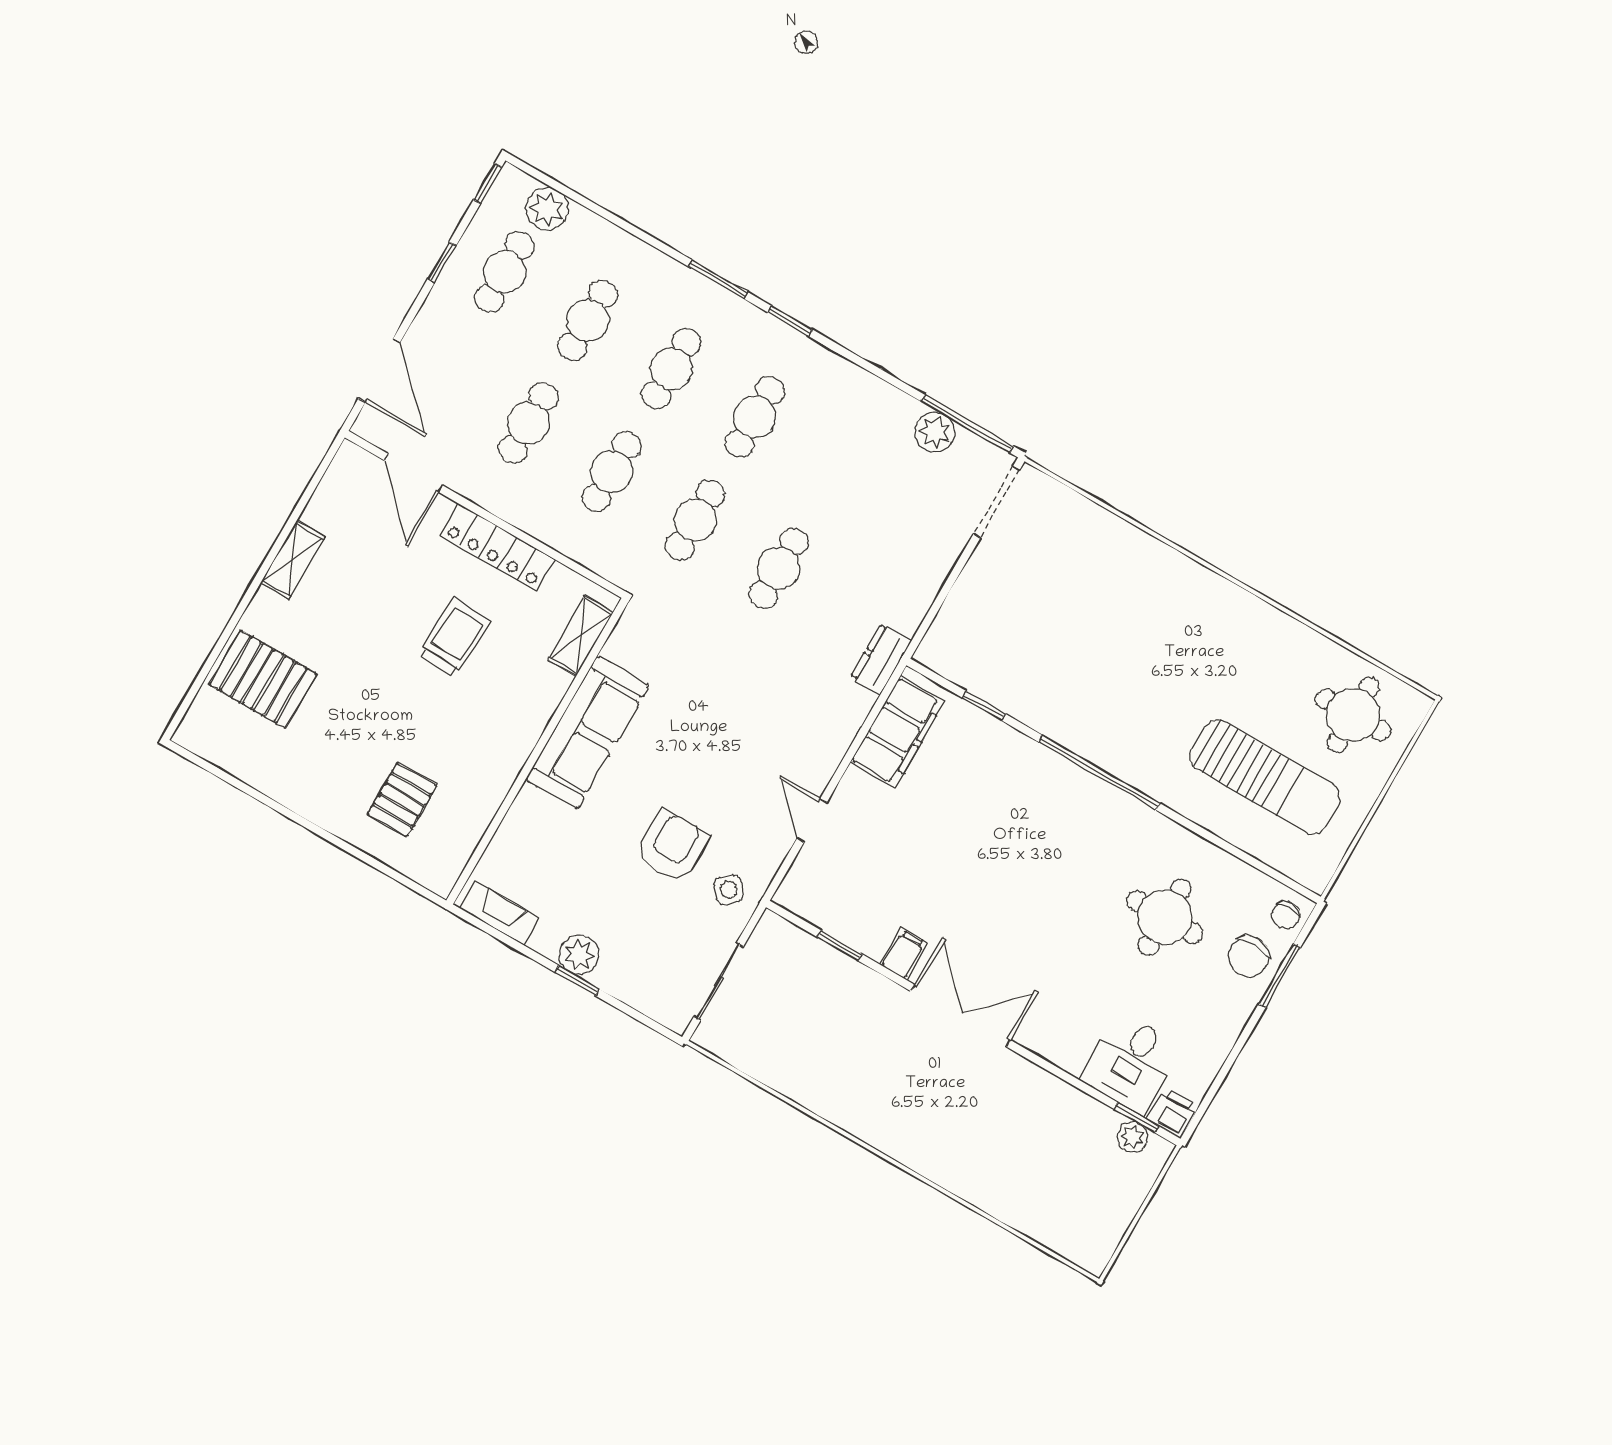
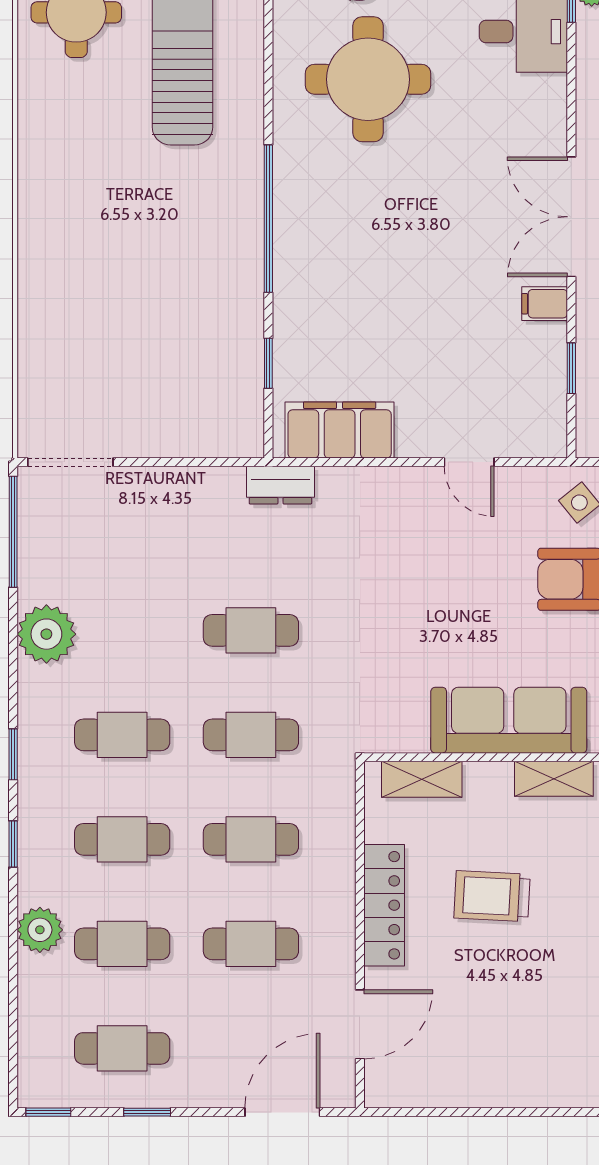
plant: (547, 209) -> (40, 930), moved
window: (718, 279) -> (13, 844), width x0.67
plant: (935, 432) -> (46, 634), moved, width x1.36, depth x1.36
shelving: (292, 560) -> (554, 779), moved
door: (812, 820) -> (469, 462), hinge flipped
round table: (1165, 917) -> (368, 79), width x1.36, depth x1.36

